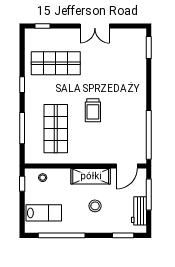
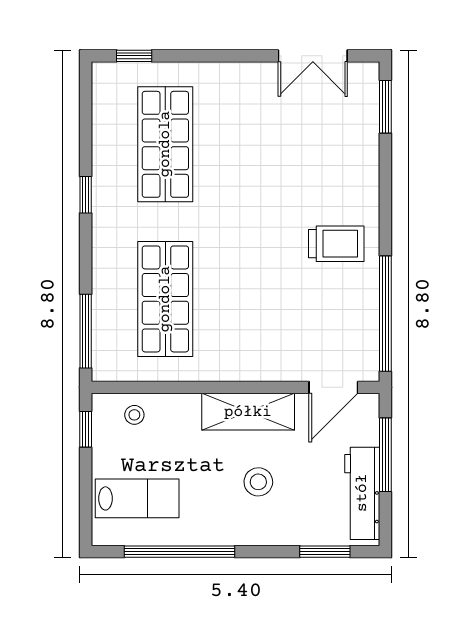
double door: (95, 26) -> (313, 56), moved
shop shelf: (56, 63) -> (165, 144), turned 90
trolley: (93, 110) -> (336, 244), moved, turned -90
window: (22, 128) -> (86, 331), moved
workbench: (139, 211) -> (362, 493), width x1.38

